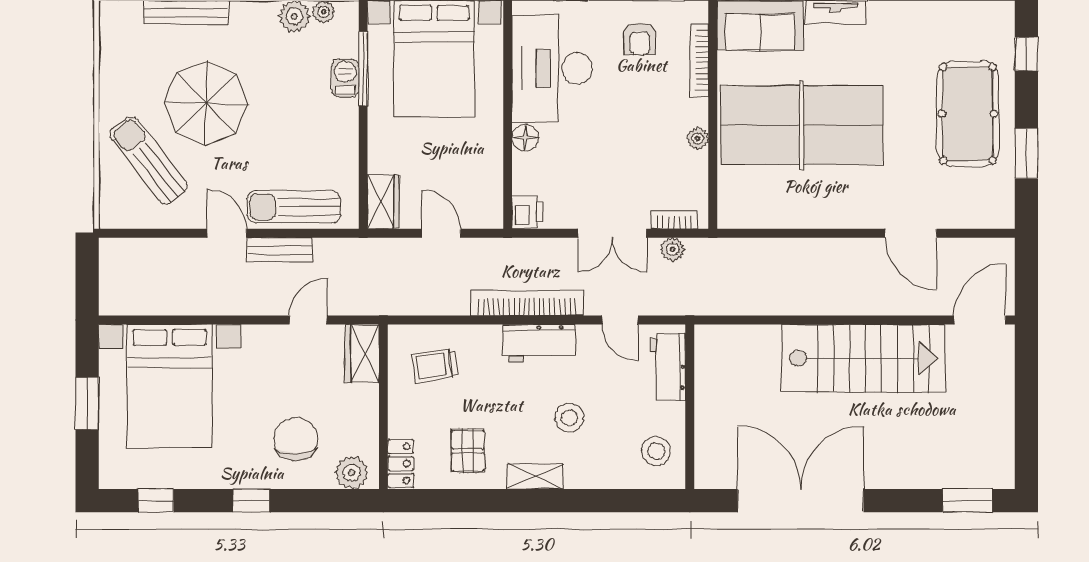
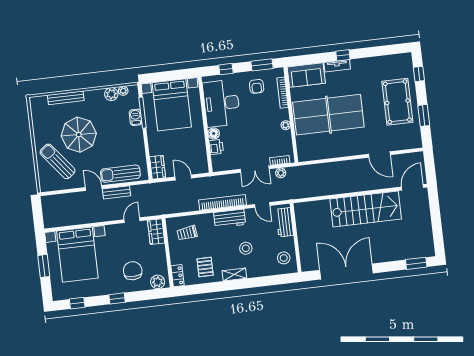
printer: (527, 212) -> (216, 147), moved

